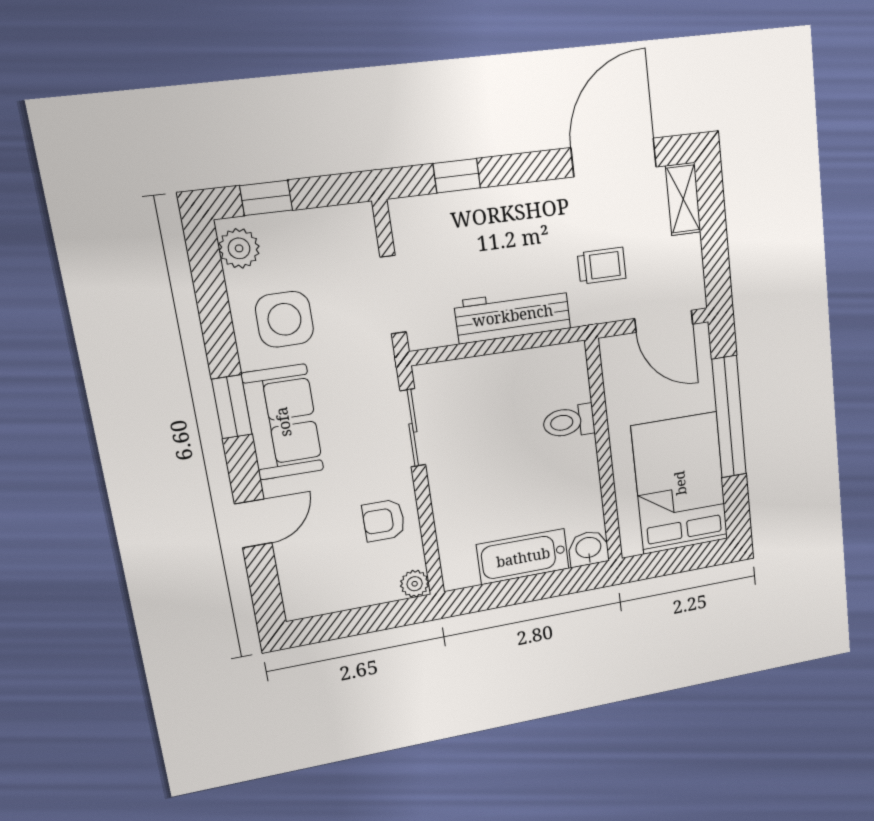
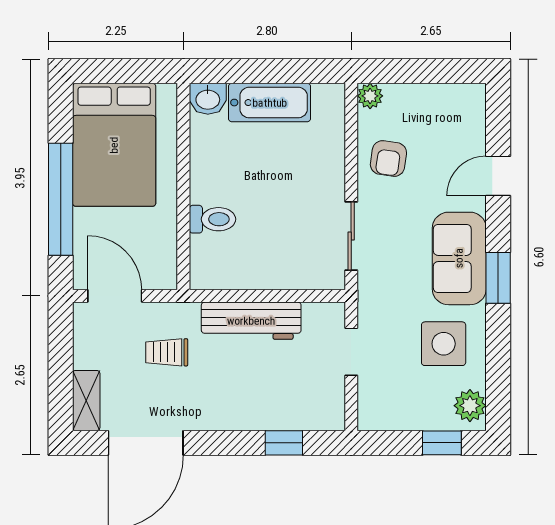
doorway: (393, 295) -> (351, 352), width x0.73
armchair: (384, 520) -> (388, 159), turned 98

